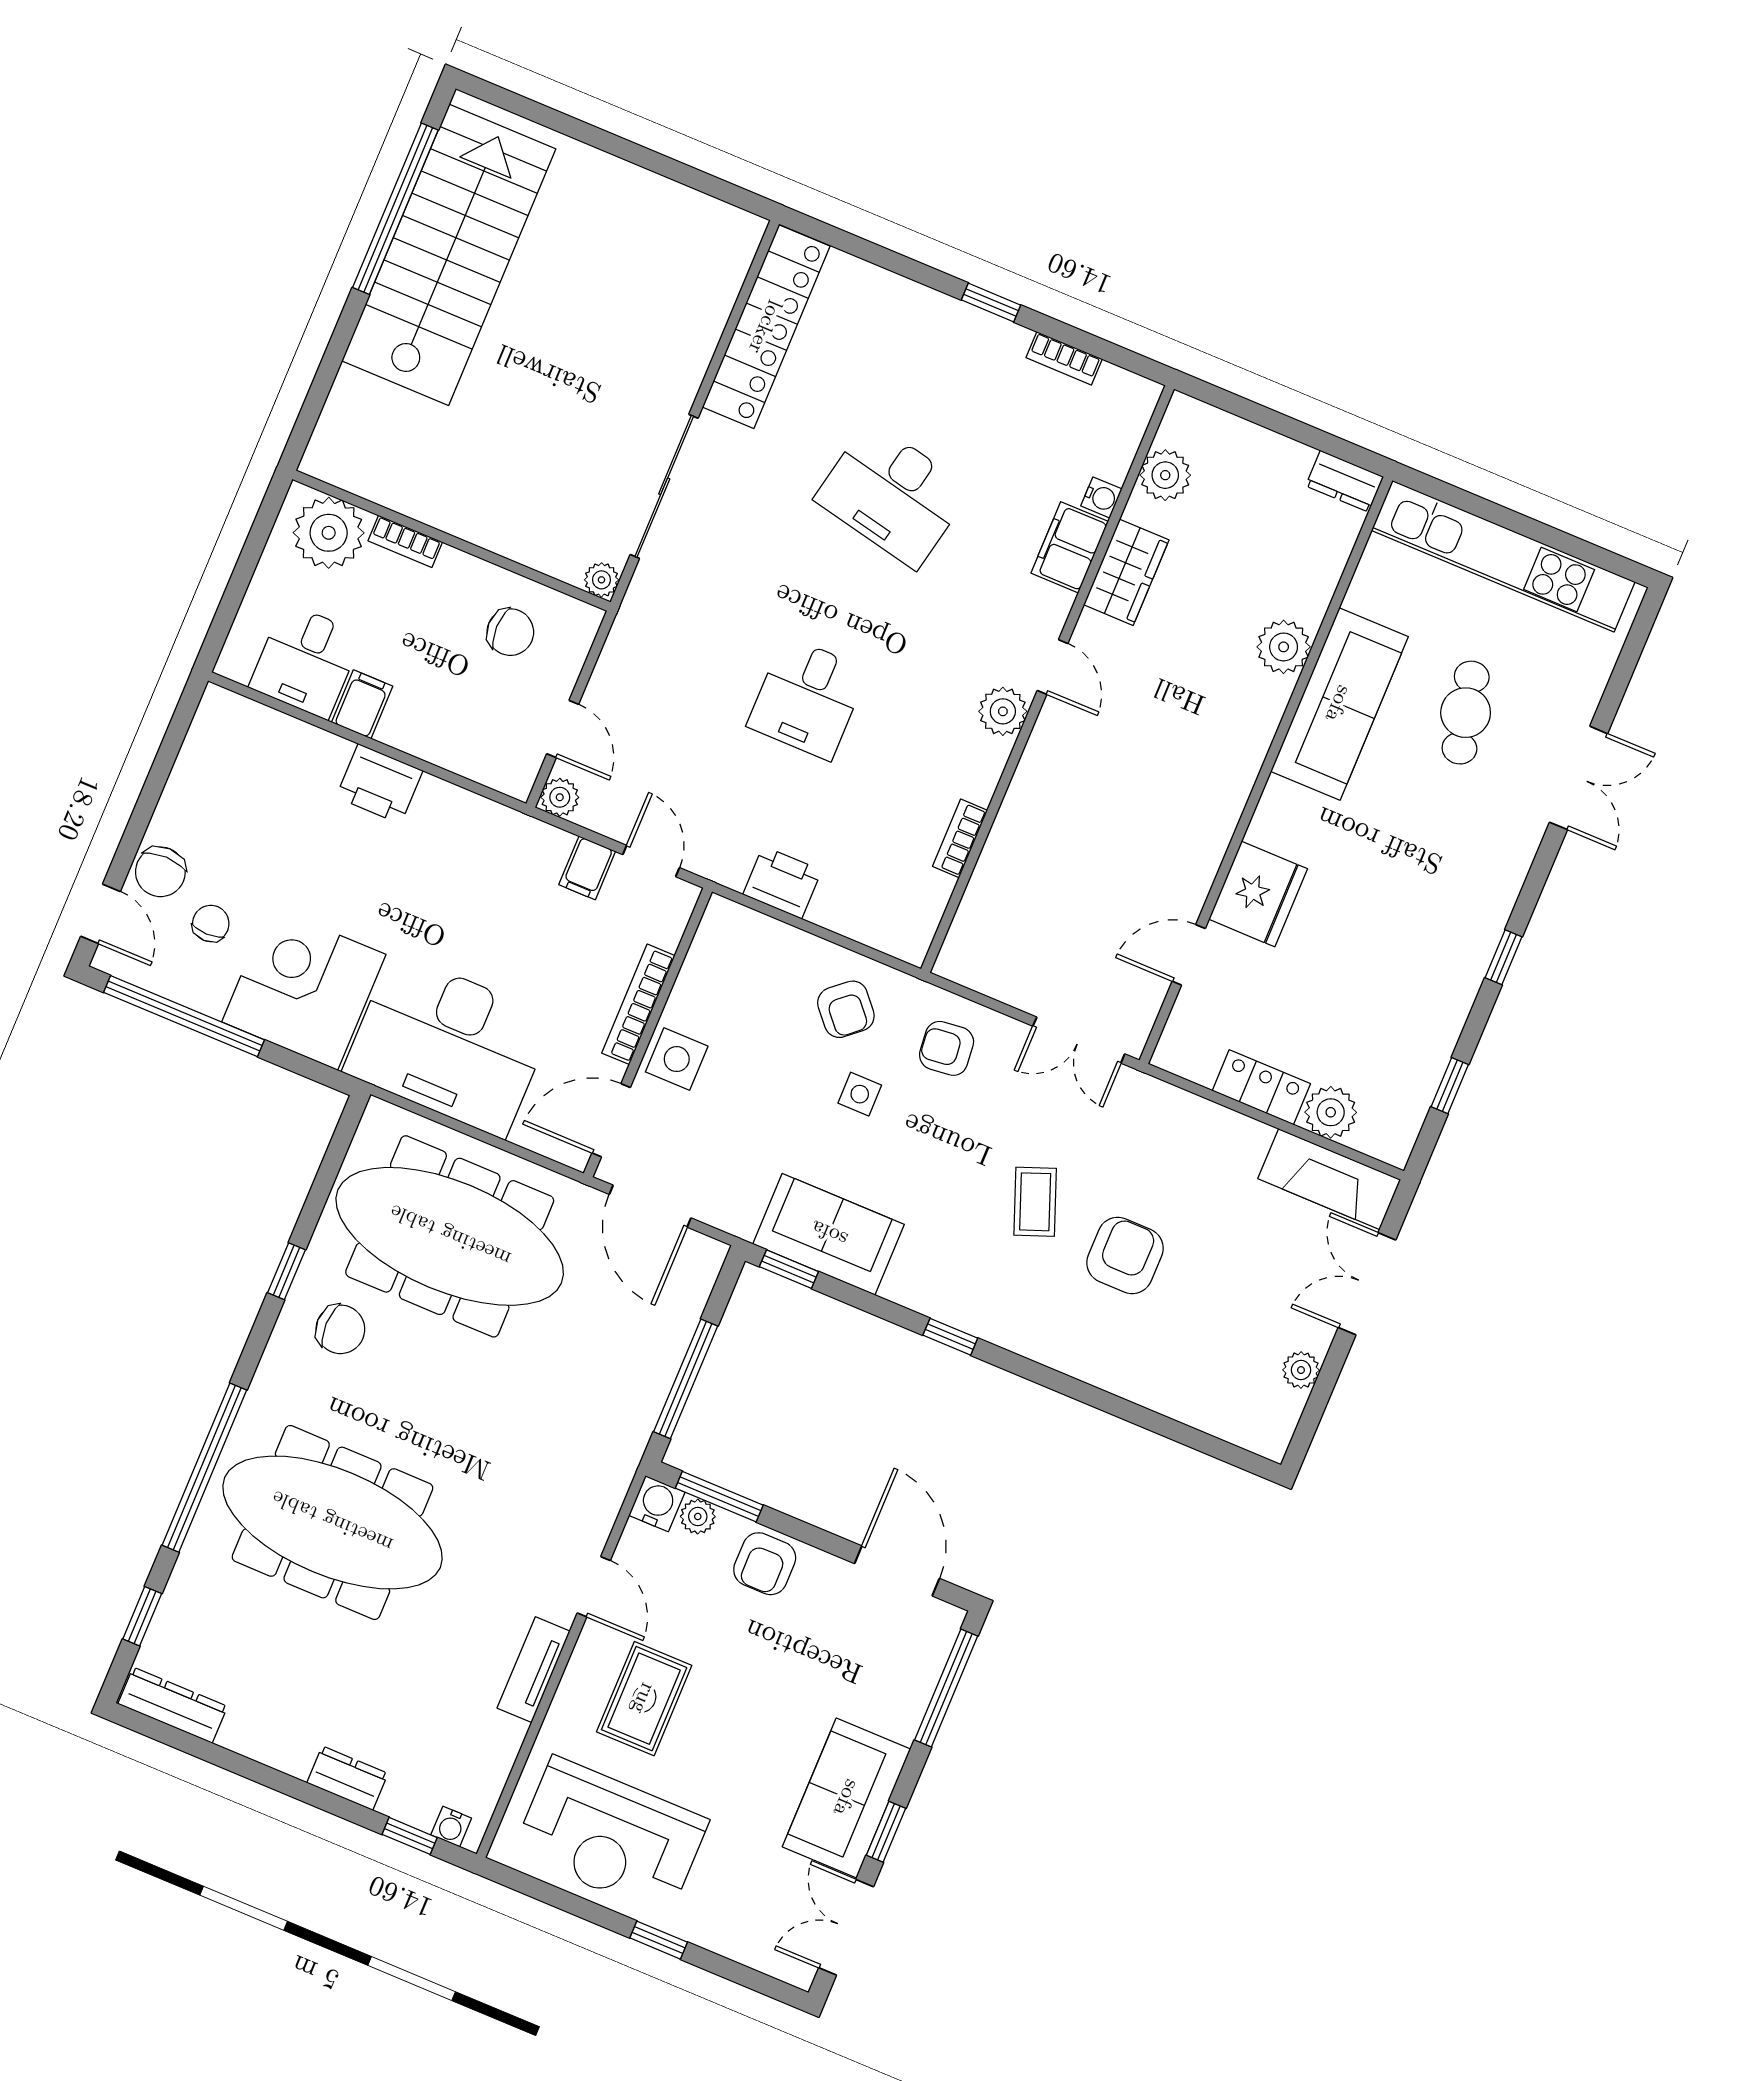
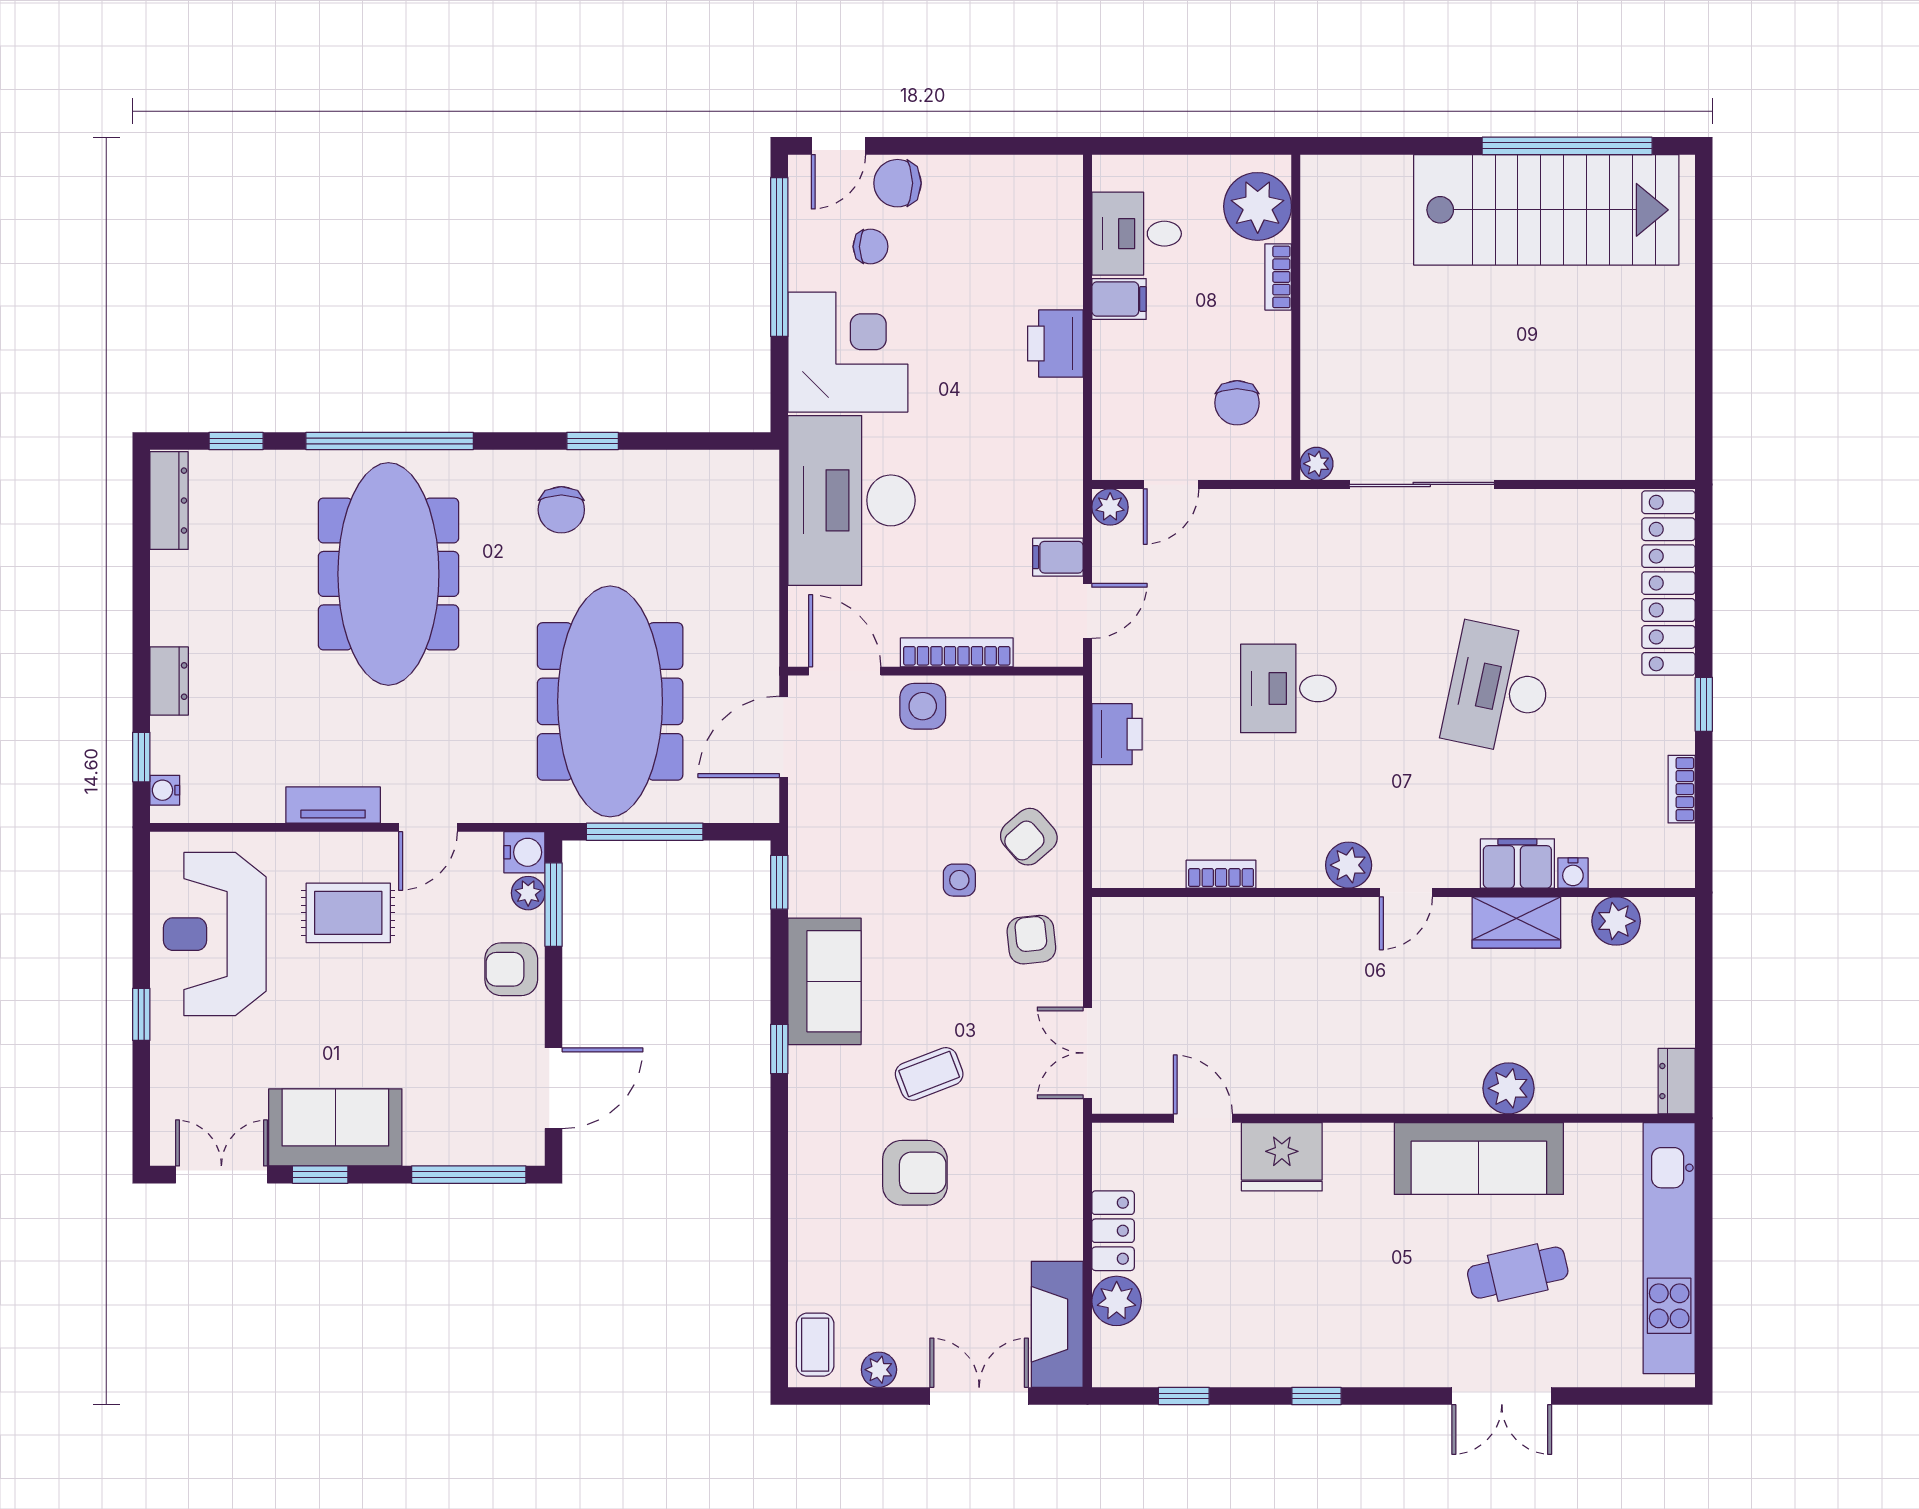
locker: (766, 327) -> (1668, 583), moved, turned 90
sofa: (829, 1234) -> (825, 981), moved
meeting table: (450, 1236) -> (610, 701), moved
coffee table: (1251, 1422) -> (815, 1345), added

